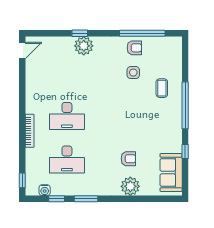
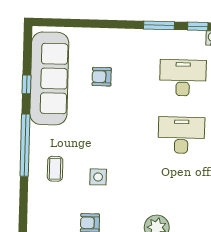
side table: (133, 73) -> (98, 177), moved
sofa: (171, 173) -> (49, 78), width x1.85, depth x1.27
plant: (130, 186) -> (100, 40), removed

